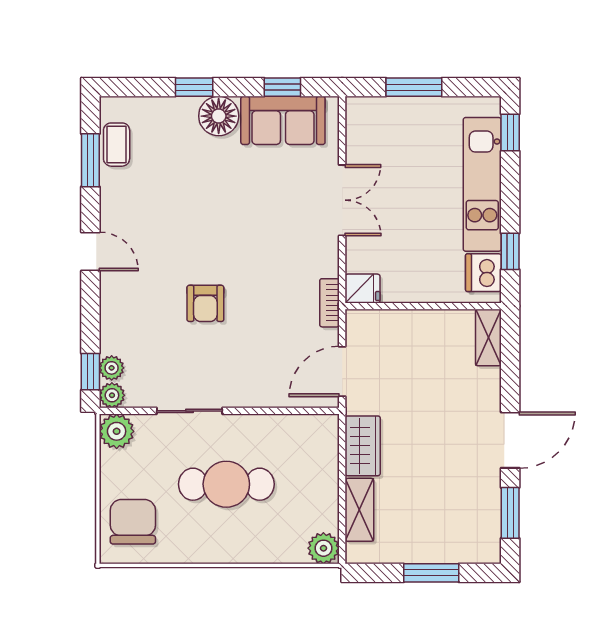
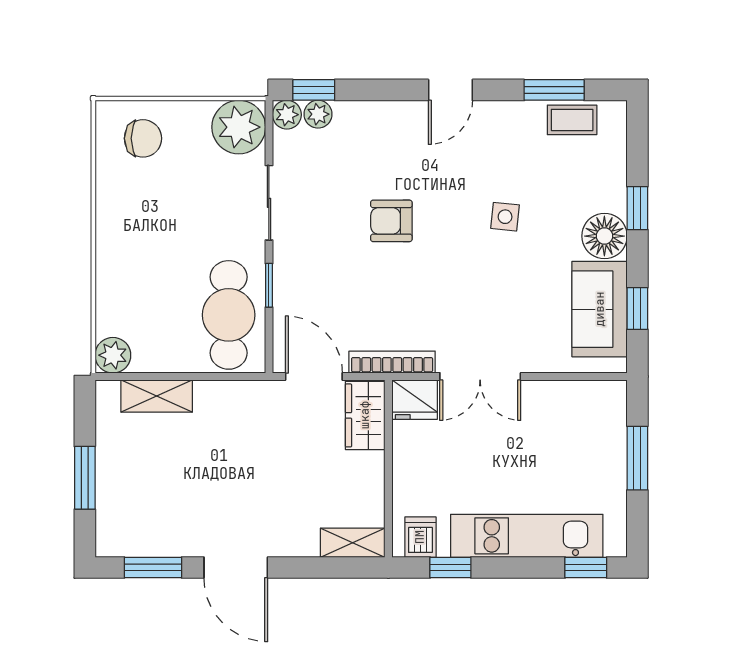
double door: (342, 200) -> (480, 376), moved
side table: (202, 203) -> (505, 217), added
dishwasher: (483, 273) -> (420, 537), width x0.73
fridge: (362, 289) -> (415, 400), width x1.38
bookcase: (329, 303) -> (392, 362), width x1.56
window: (262, 411) -> (269, 285), added
plant: (117, 431) -> (239, 127), width x1.36, depth x1.36
wardrobe: (363, 446) -> (365, 415), moved, turned 90
cafe table: (226, 484) -> (229, 315), moved
chair: (133, 522) -> (143, 138), width x0.73, depth x0.73

